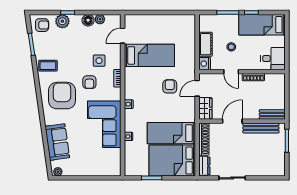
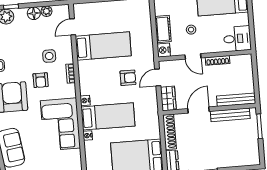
armchair: (170, 86) -> (128, 78), turned 90
bench: (272, 114) -> (236, 100), width x1.36
bed: (171, 133) -> (108, 116), moved, turned 180

